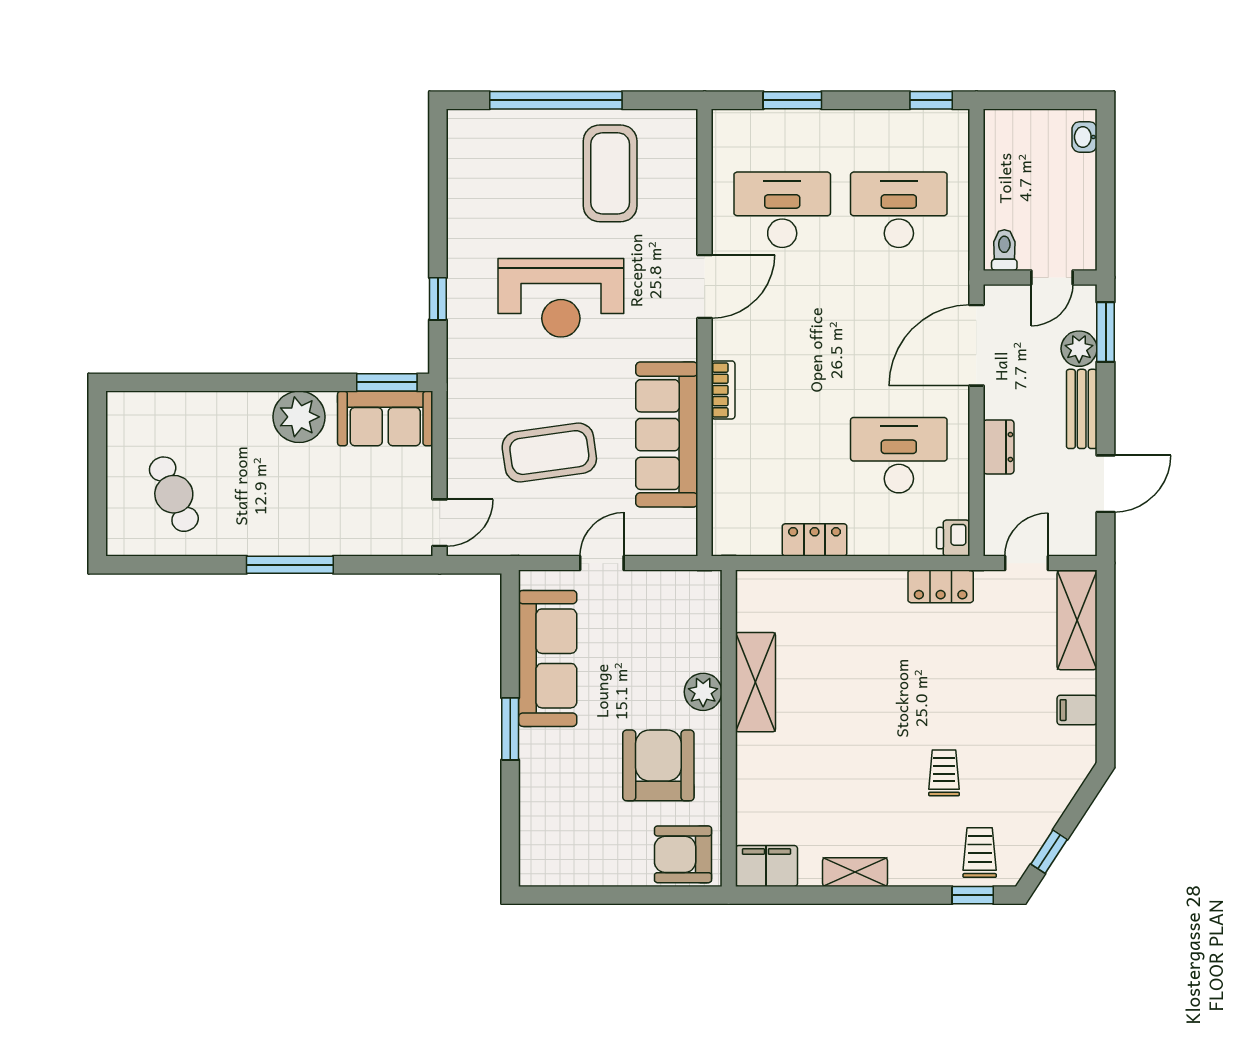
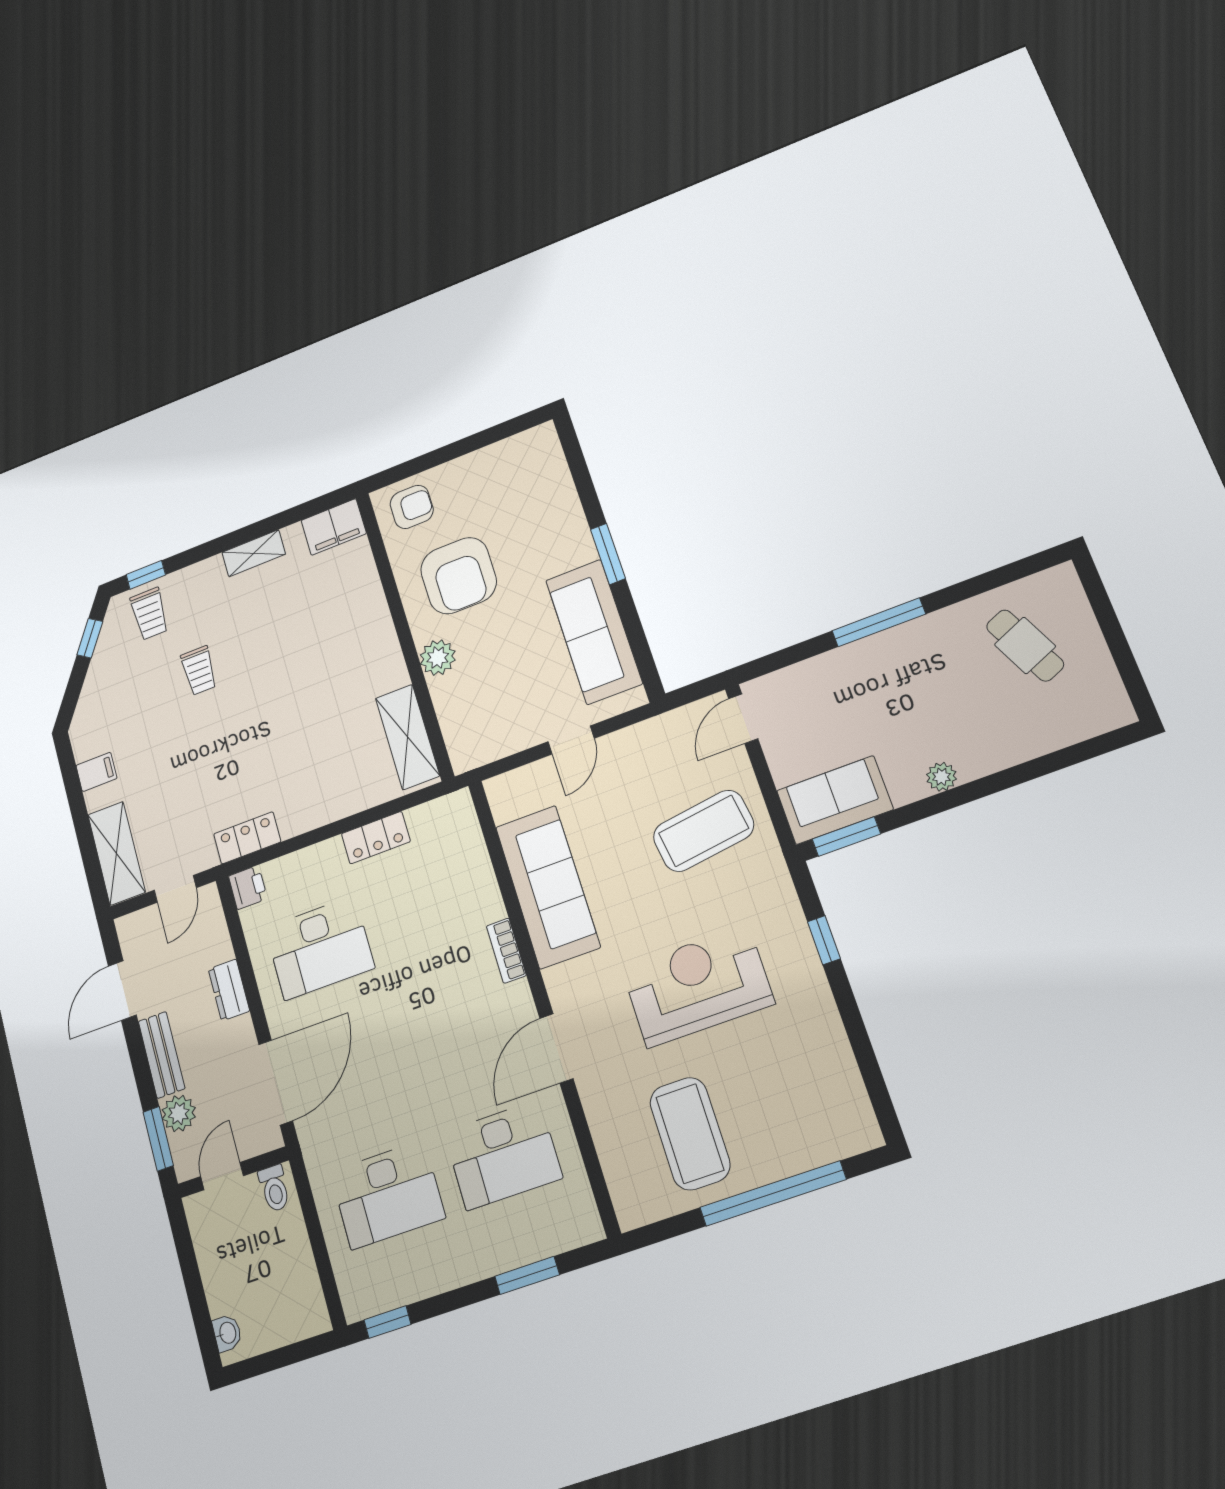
plant: (299, 417) -> (942, 777), width x0.53, depth x0.53
coffee table: (549, 453) -> (704, 831), moved
shelving: (755, 682) -> (407, 737), moved
armchair: (683, 854) -> (412, 507), width x0.72, depth x0.72

